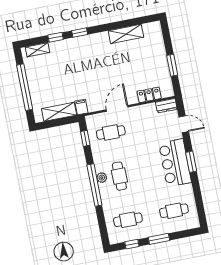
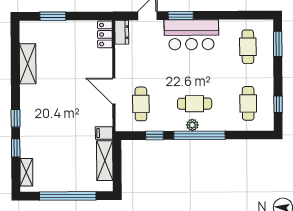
window: (172, 65) -> (53, 16), moved
locker: (149, 95) -> (105, 34), moved
window: (85, 138) -> (154, 136), moved
window: (191, 162) -> (181, 16), moved
window: (159, 239) -> (278, 44), moved

